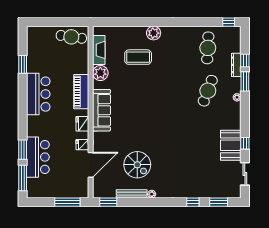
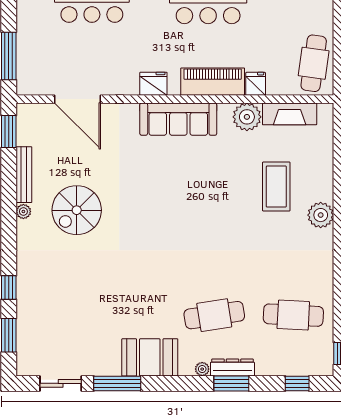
window: (245, 61) -> (297, 383), moved
dresser: (236, 65) -> (232, 367), moved
cafe table: (208, 91) -> (214, 315), turned -30
window: (245, 143) -> (117, 383), width x2.17
fridge: (82, 145) -> (256, 84), moved
booth: (231, 145) -> (150, 357), moved
spiral stairs: (137, 165) -> (77, 210), moved

